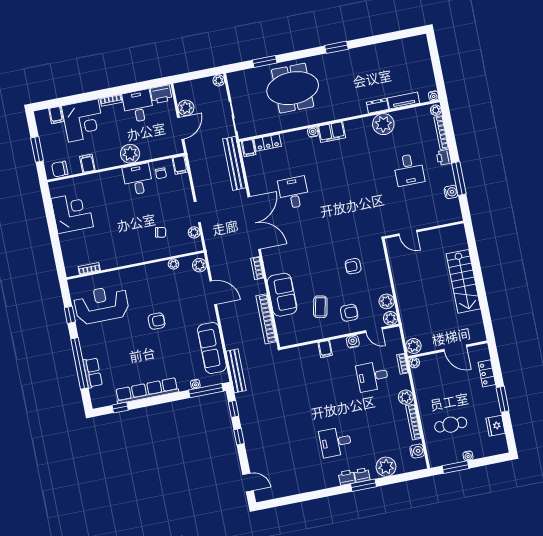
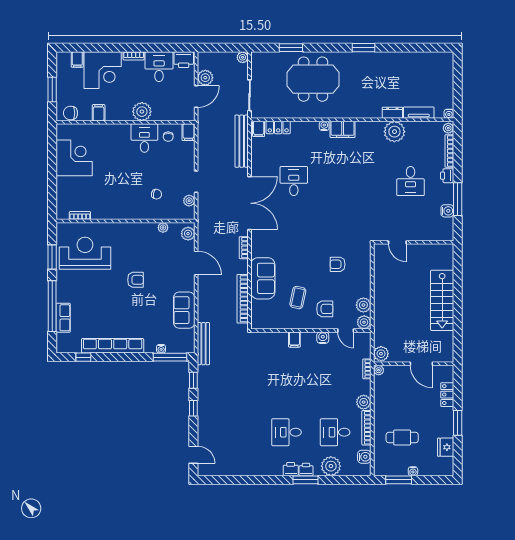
window: (70, 315) -> (52, 257), width x1.50
sofa: (212, 348) -> (184, 310), width x0.73
desk: (372, 376) -> (335, 432), moved

